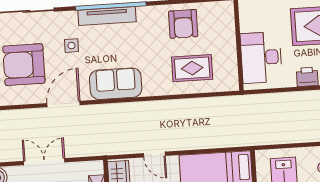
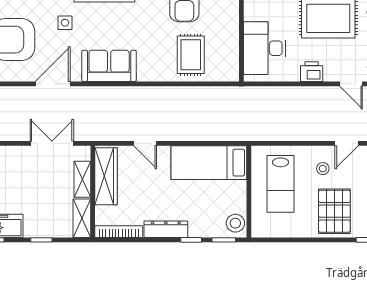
rug: (192, 68) -> (191, 55), turned 90
double door: (44, 162) -> (52, 143), moved

